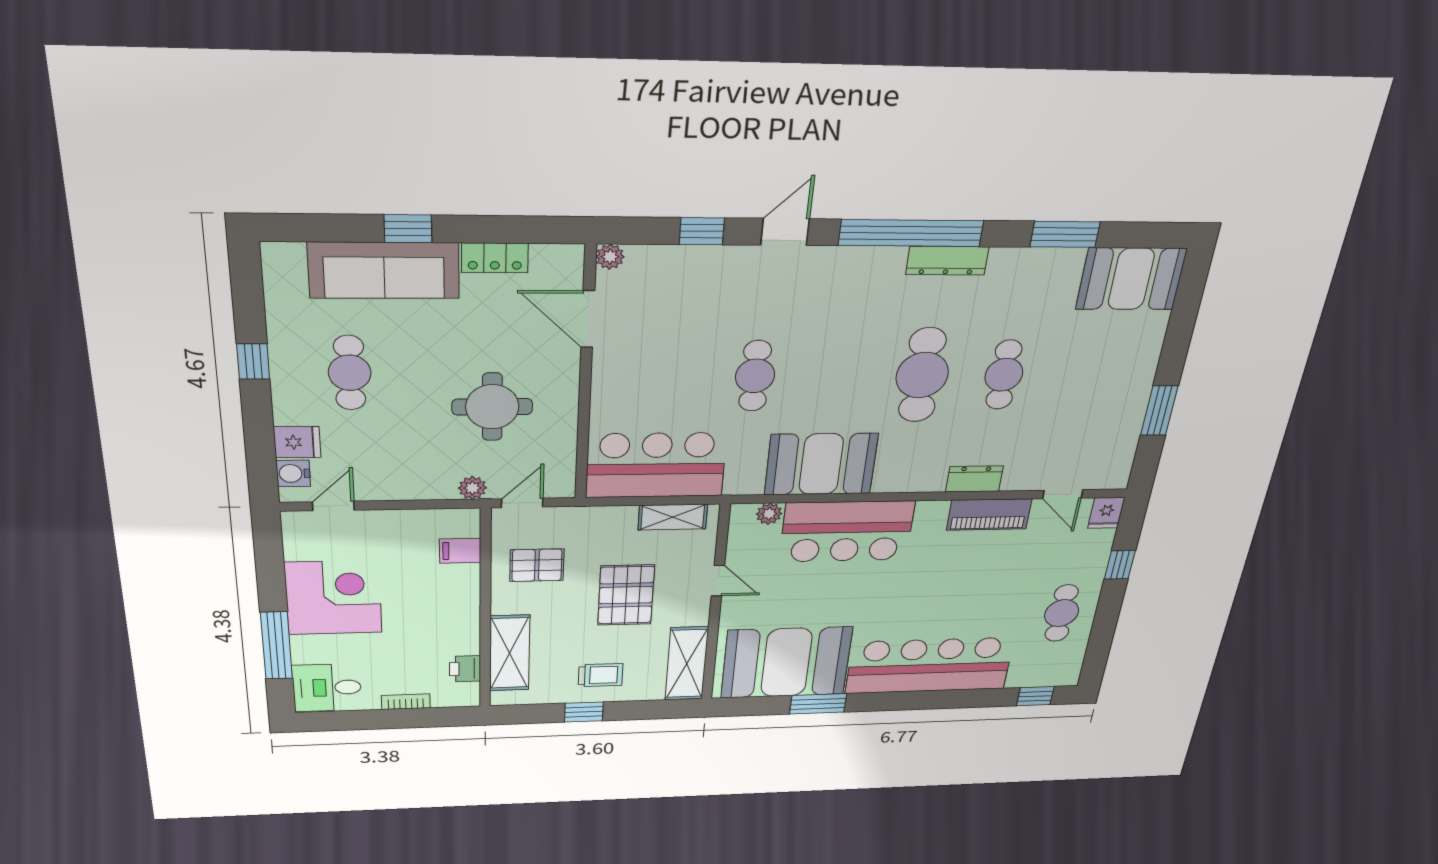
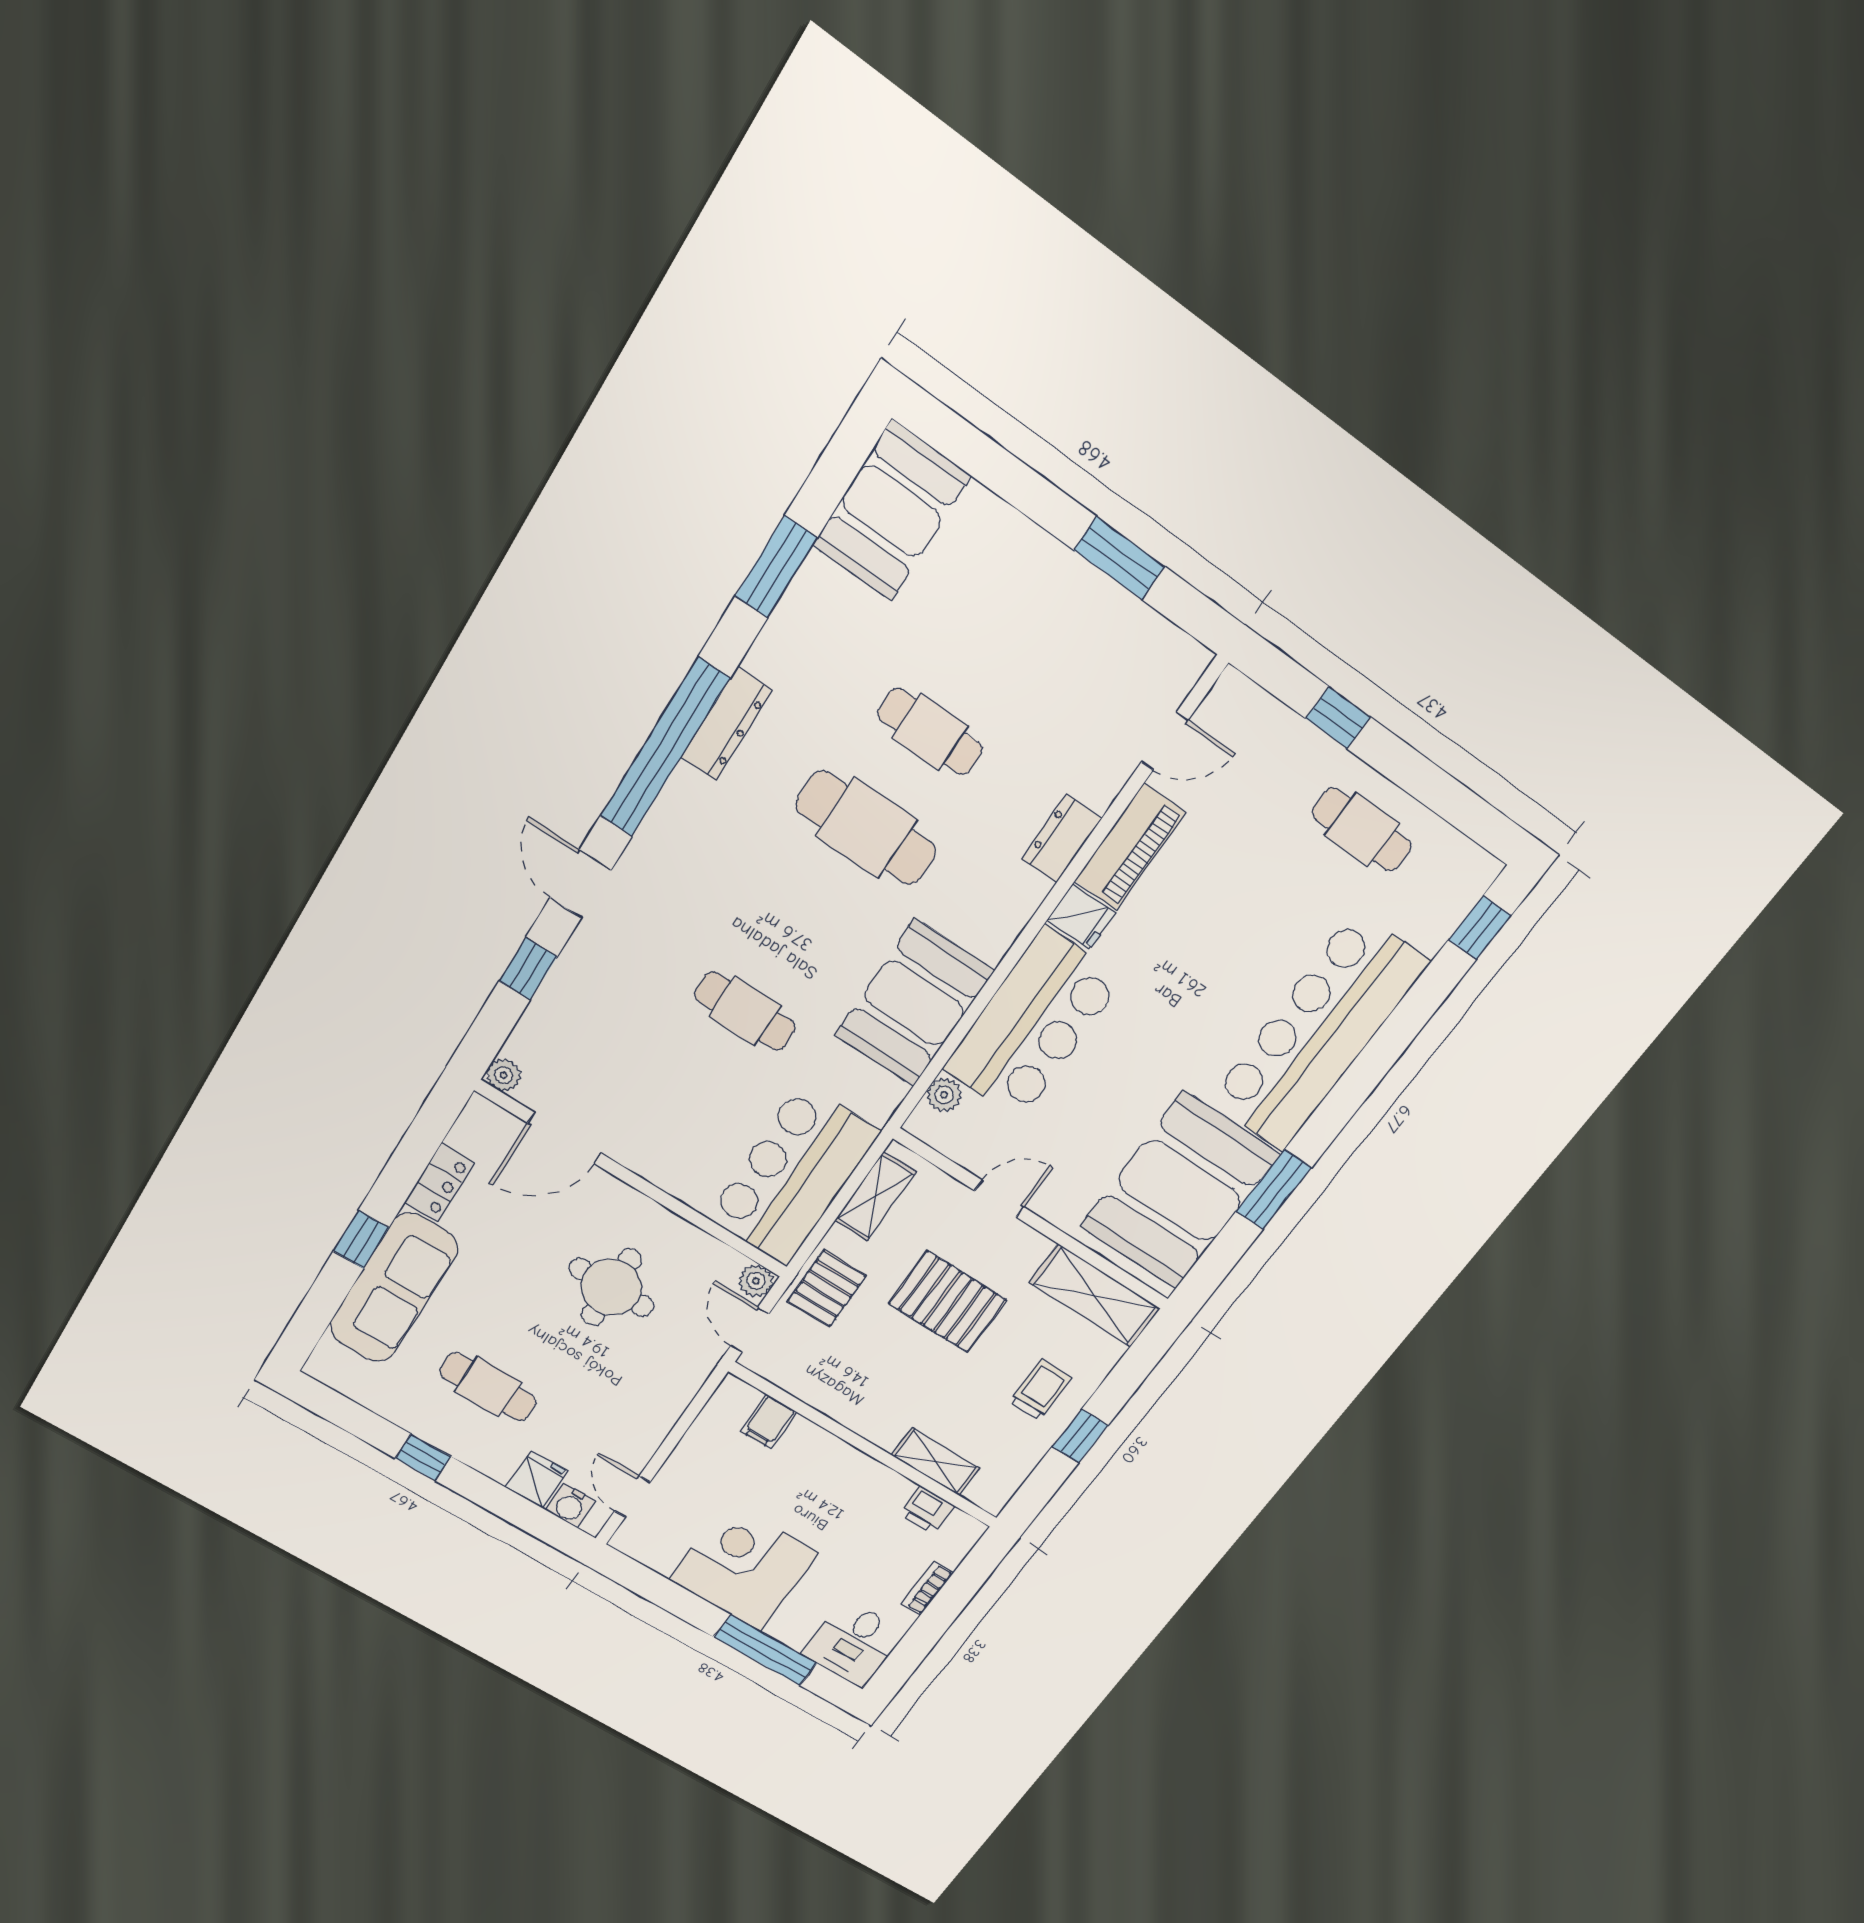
plant: (472, 488) -> (756, 1281), moved
fridge: (1106, 513) -> (1081, 917), moved
pallet: (537, 565) -> (827, 1289), moved
shelving: (510, 653) -> (935, 1462), width x0.67, depth x0.75

